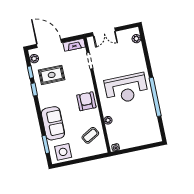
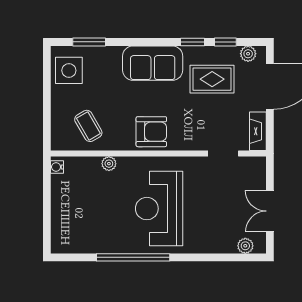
double door: (104, 32) -> (270, 211), moved
rug: (52, 75) -> (212, 79), turned 90
sofa: (53, 123) -> (153, 63), moved

